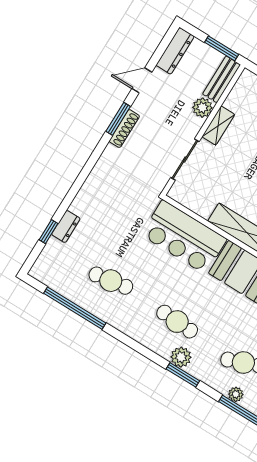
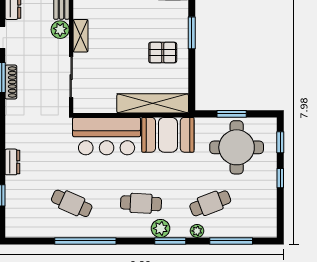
dresser: (66, 226) -> (12, 162), moved
cafe table: (111, 281) -> (72, 203), turned 33
window: (75, 308) -> (85, 241), moved
plant: (236, 394) -> (197, 231), moved

